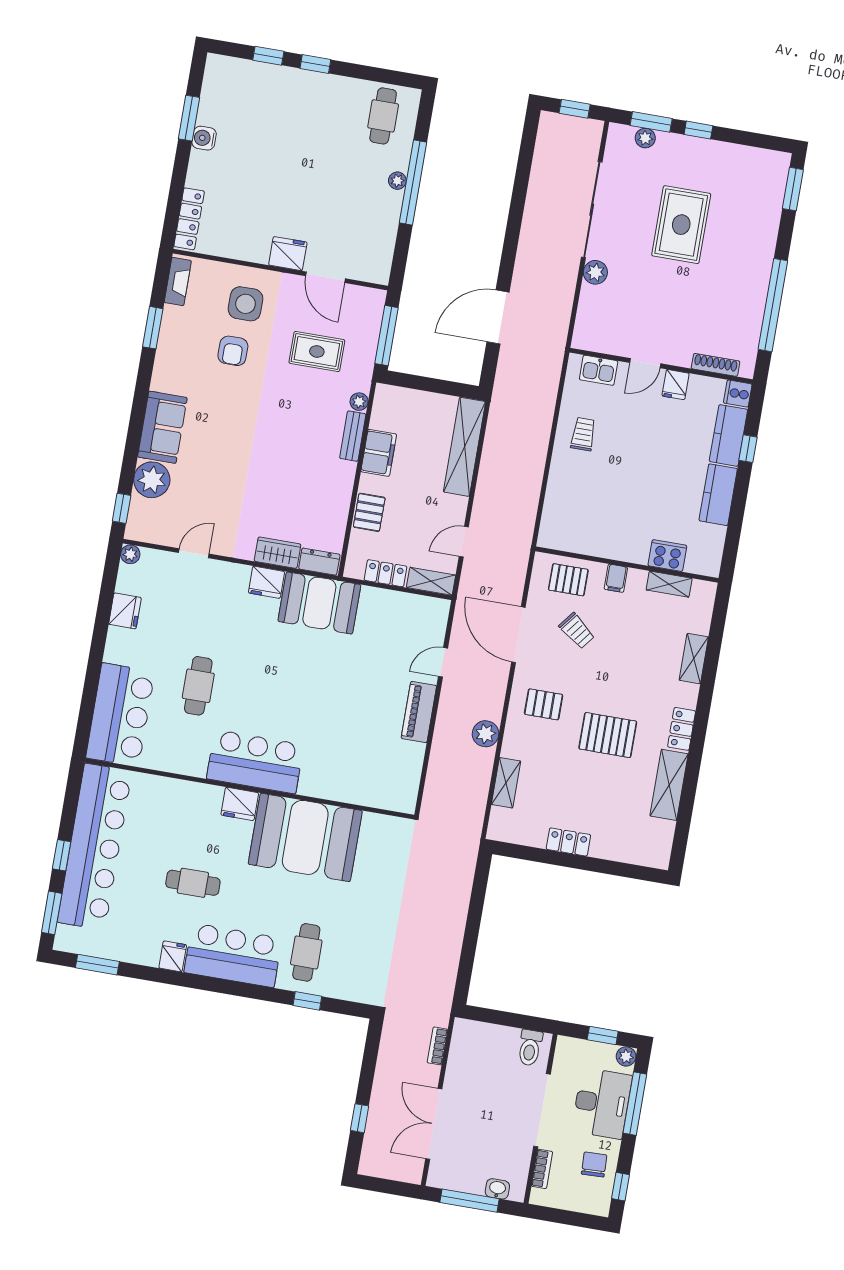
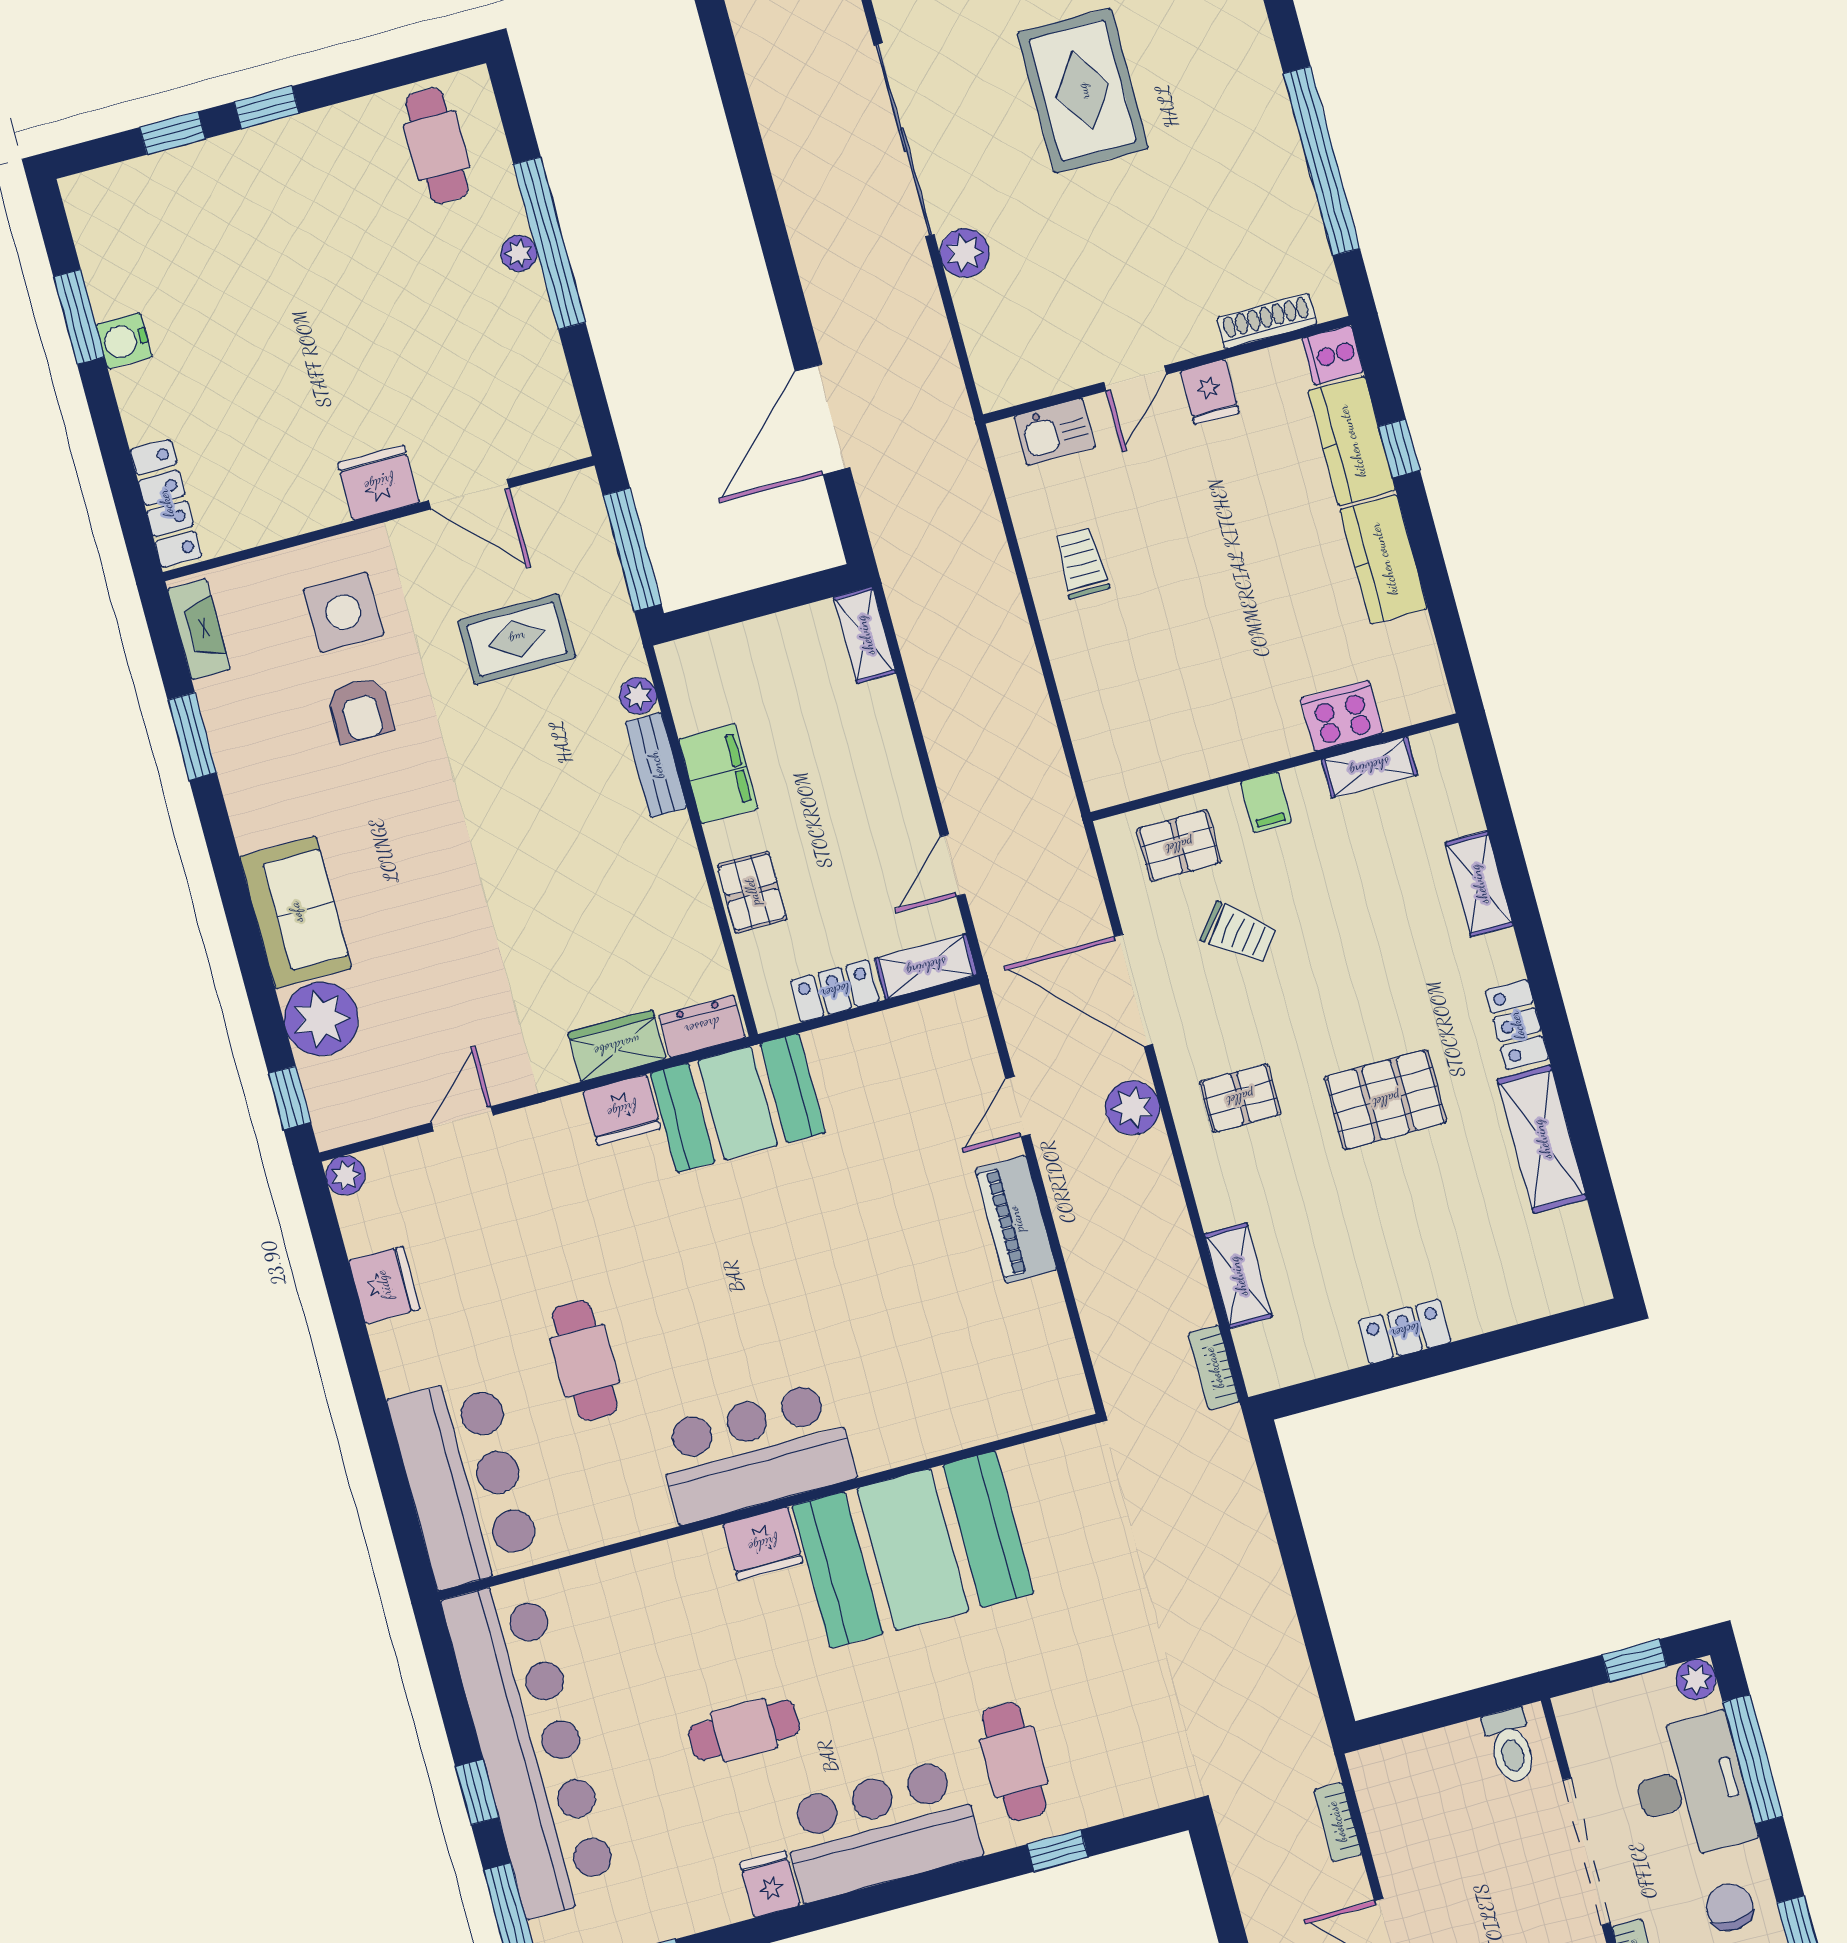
shelving: (465, 447) -> (865, 635), width x0.45, depth x0.75
plant: (486, 734) -> (1132, 1108), moved
bookcase: (476, 819) -> (1214, 1368), added

